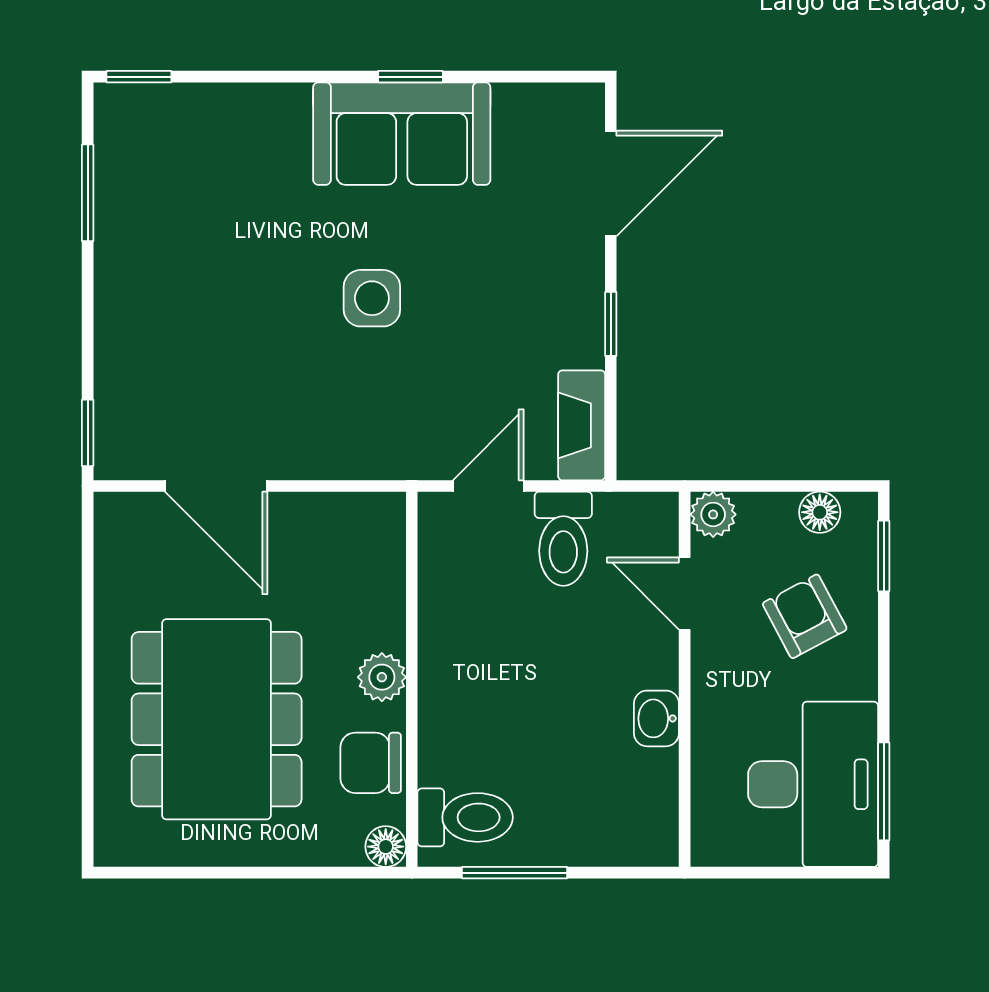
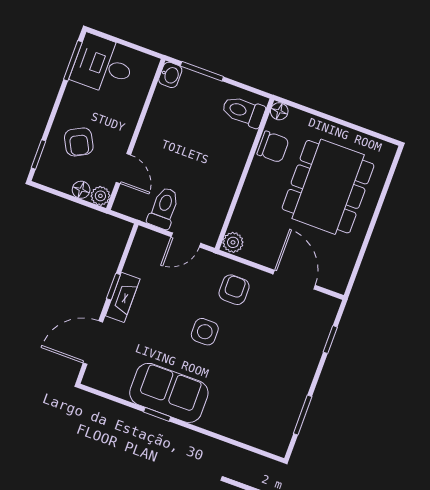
window: (139, 77) -> (265, 454), removed
armchair: (341, 415) -> (234, 290), added
fireplace: (582, 425) -> (123, 297), moved
window: (88, 433) -> (330, 340), moved
floor lamp: (820, 512) -> (81, 190), moved
plant: (382, 677) -> (233, 242), moved
washbasin: (656, 718) -> (170, 75), moved
desk: (813, 784) -> (103, 65), width x0.73
window: (515, 873) -> (202, 71), moved

